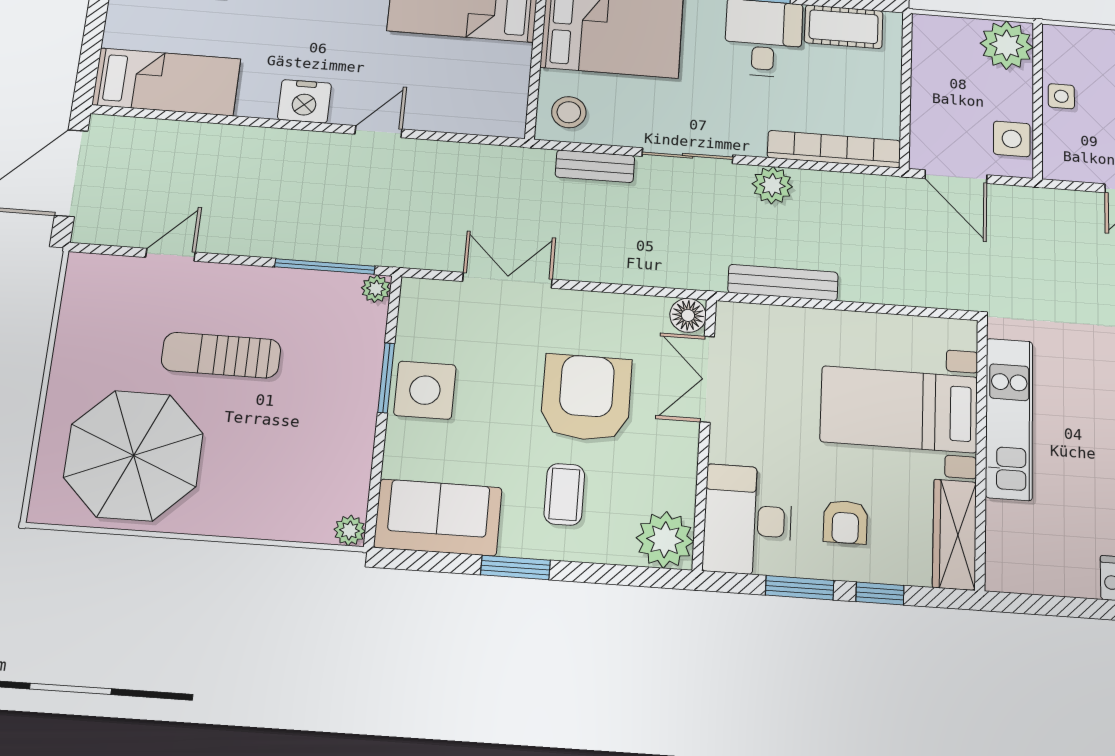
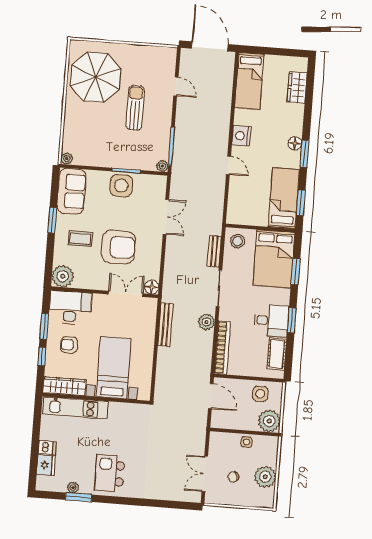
side table: (1012, 139) -> (260, 394), moved
door: (956, 177) -> (211, 396), swing flipped
kitchen unit: (1009, 419) -> (76, 408), moved

